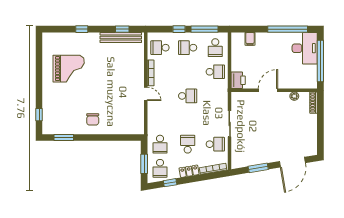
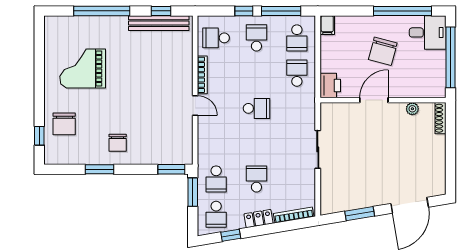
window: (82, 29) -> (102, 11), width x3.17
filing cabinet: (250, 39) -> (327, 25), moved
school desk: (188, 48) -> (256, 38), turned 90
desk: (305, 48) -> (428, 32), width x0.73
chair: (274, 57) -> (383, 51), added
grand piano: (69, 69) -> (83, 69), turned 180
school desk: (215, 72) -> (297, 73), turned -90
chair: (56, 106) -> (64, 124), added
window: (64, 137) -> (99, 169), moved
window: (129, 137) -> (171, 169), added
school desk: (215, 144) -> (297, 179), removed
window: (144, 164) -> (193, 192), moved

